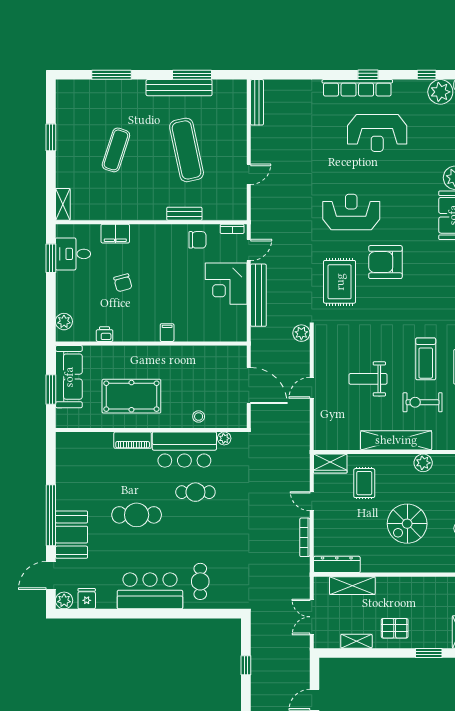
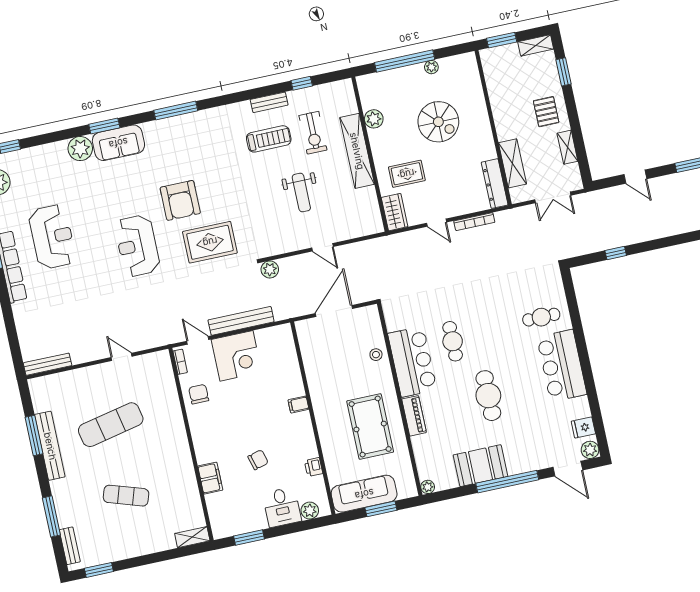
window: (51, 137) -> (99, 570), moved
bench: (184, 214) -> (70, 546), moved
desk: (73, 254) -> (282, 507), moved
plant: (224, 438) -> (428, 487), moved
door: (312, 501) -> (437, 223), hinge flipped
booth: (72, 535) -> (480, 466), moved

